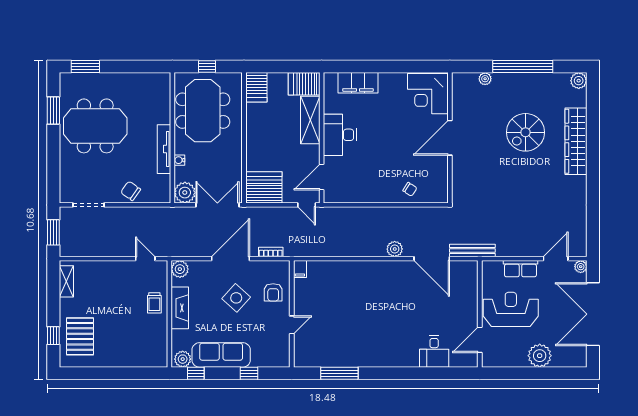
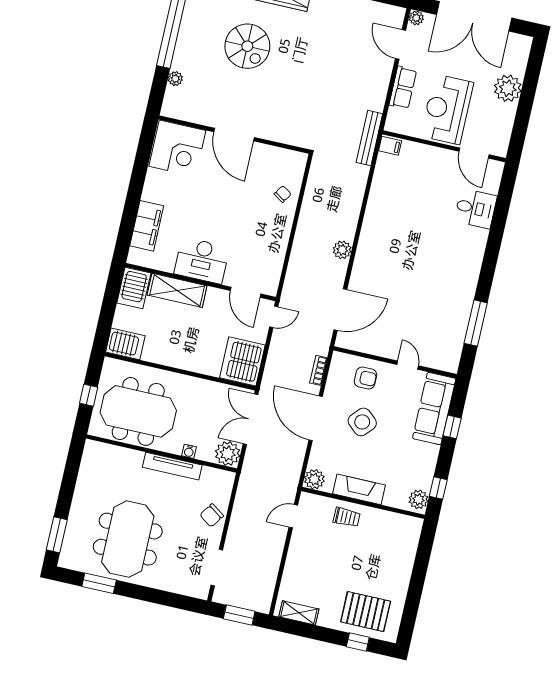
plant: (395, 249) -> (342, 250), moved
door: (432, 259) -> (340, 310), moved
filing cabinet: (300, 269) -> (390, 146), moved
sofa: (221, 355) -> (434, 408), moved

